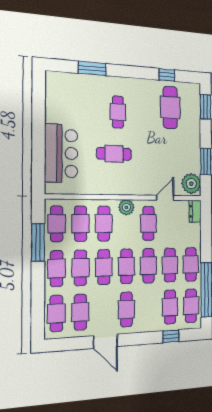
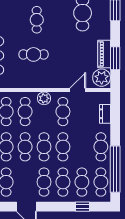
piano: (194, 156) -> (104, 54), added
dresser: (195, 211) -> (105, 114), moved
cafe table: (170, 265) -> (63, 182), moved

